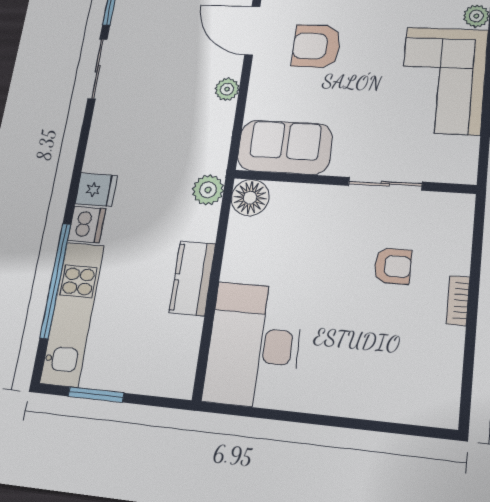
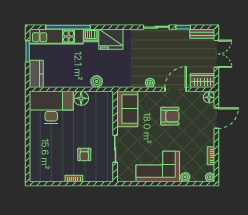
armchair: (316, 46) -> (170, 116), turned 90
fridge: (96, 190) -> (111, 39), width x1.88, depth x1.34
plant: (208, 190) -> (97, 81), moved
floor lamp: (250, 198) -> (81, 98), moved
kitchen counter: (192, 278) -> (36, 74), moved, turned 90

